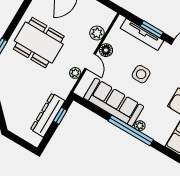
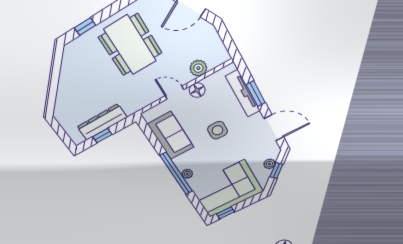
door: (90, 61) -> (174, 93), swing flipped
plant: (75, 73) -> (152, 96), removed
sofa: (114, 102) -> (171, 136), width x0.73
window: (60, 116) -> (102, 136), moved

